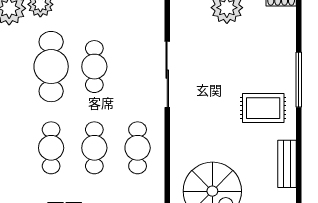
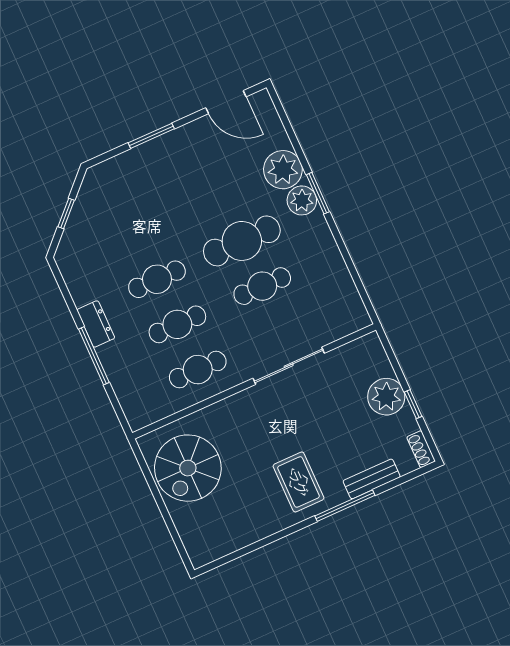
bench: (287, 164) -> (372, 479), moved

